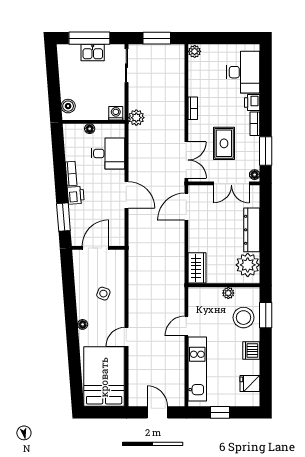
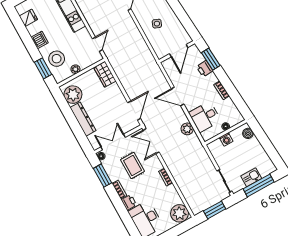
plant: (195, 51) -> (179, 213), width x1.87, depth x1.87
washing machine: (116, 113) -> (226, 139), moved
plant: (136, 118) -> (187, 129), moved
printer: (76, 195) -> (205, 69), moved
door: (186, 326) -> (97, 44), moved

